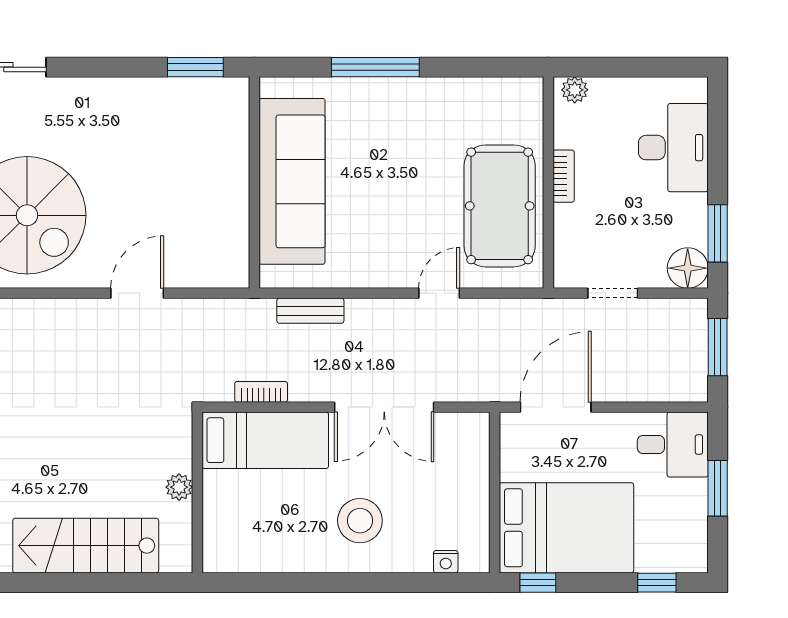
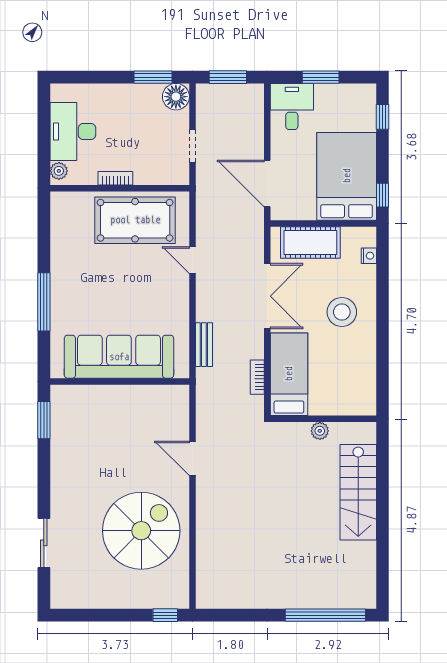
desk: (673, 148) -> (73, 131), moved, turned -90
cot: (466, 473) -> (310, 243), added

